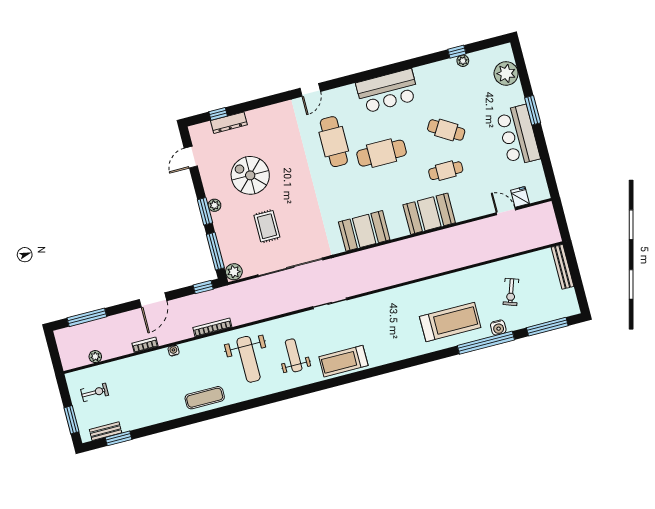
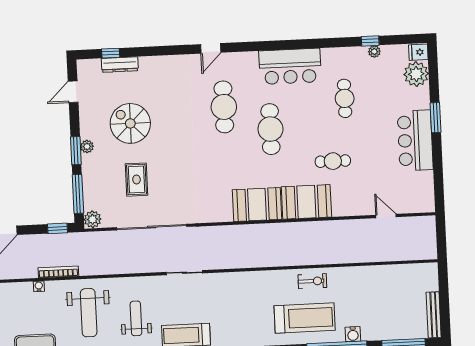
cafe table: (446, 130) -> (345, 98), moved, turned 59
cafe table: (382, 153) -> (270, 129), turned 90
fridge: (520, 197) -> (418, 52), moved, turned -90
booth: (364, 231) -> (257, 204), moved
bench: (562, 267) -> (434, 315), moved
exercise bike: (511, 292) -> (312, 281), moved, turned -109
water cooler: (174, 351) -> (39, 286), moved

